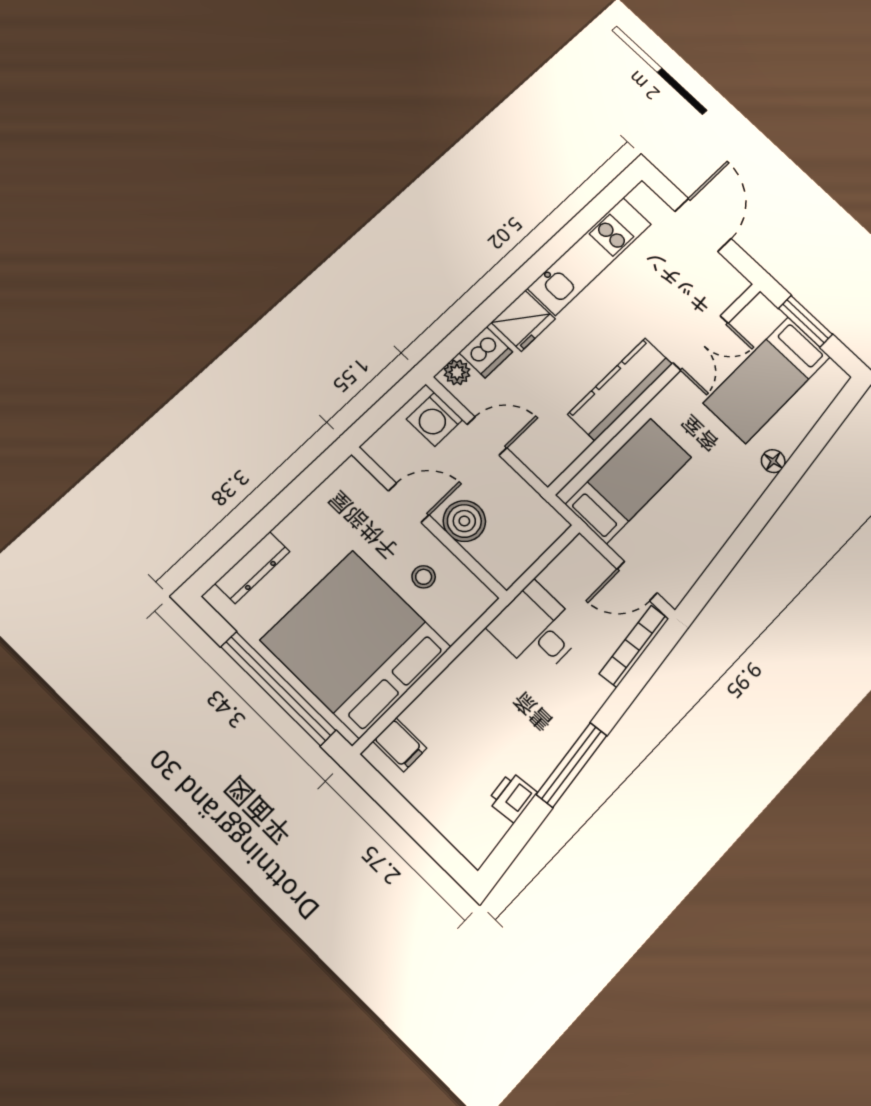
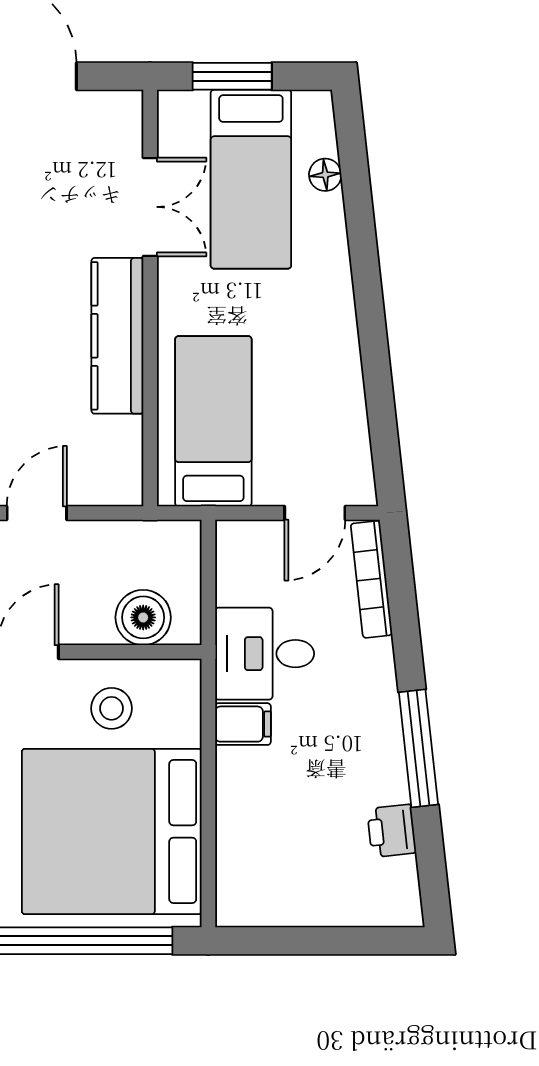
floor lamp: (773, 461) -> (325, 175), moved
boiler: (464, 521) -> (143, 617), moved
stool: (424, 577) -> (112, 708), width x1.37, depth x1.37
filing cabinet: (400, 745) -> (243, 724), moved

